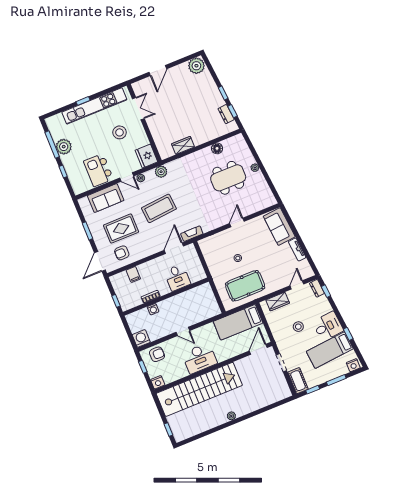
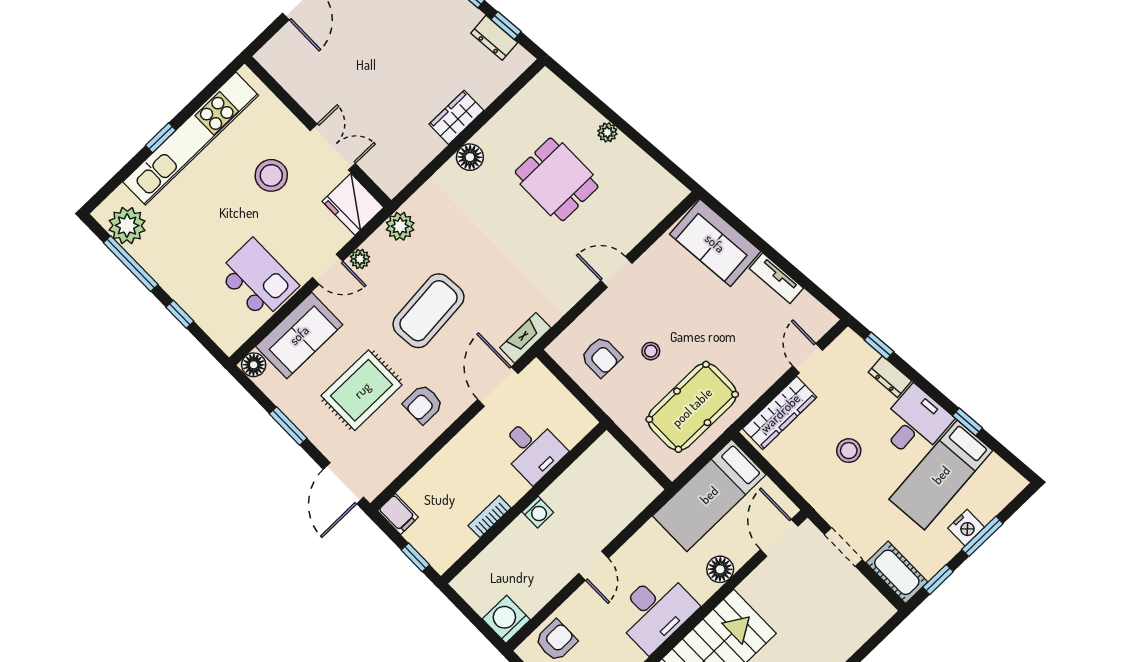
double door: (138, 109) -> (333, 147), moved
wardrobe: (183, 145) -> (456, 117), moved
plant: (64, 147) -> (127, 226), moved
floor lamp: (217, 148) -> (470, 157), moved
kitchen island: (98, 170) -> (258, 279), turned 180
dining table: (228, 178) -> (557, 179), width x0.73
floor lamp: (84, 202) -> (254, 365), added
door: (237, 222) -> (616, 272), hinge flipped
armchair: (122, 253) -> (423, 404), moved
armchair: (218, 253) -> (601, 357), added
filing cabinet: (133, 274) -> (398, 514), moved
dresser: (317, 288) -> (890, 377), moved
wardrobe: (278, 302) -> (780, 413), width x1.50
washing machine: (153, 309) -> (538, 512), moved
door: (183, 331) -> (593, 566), hinge flipped
floor lamp: (231, 352) -> (720, 569), added
nightstand: (353, 365) -> (966, 528), moved

